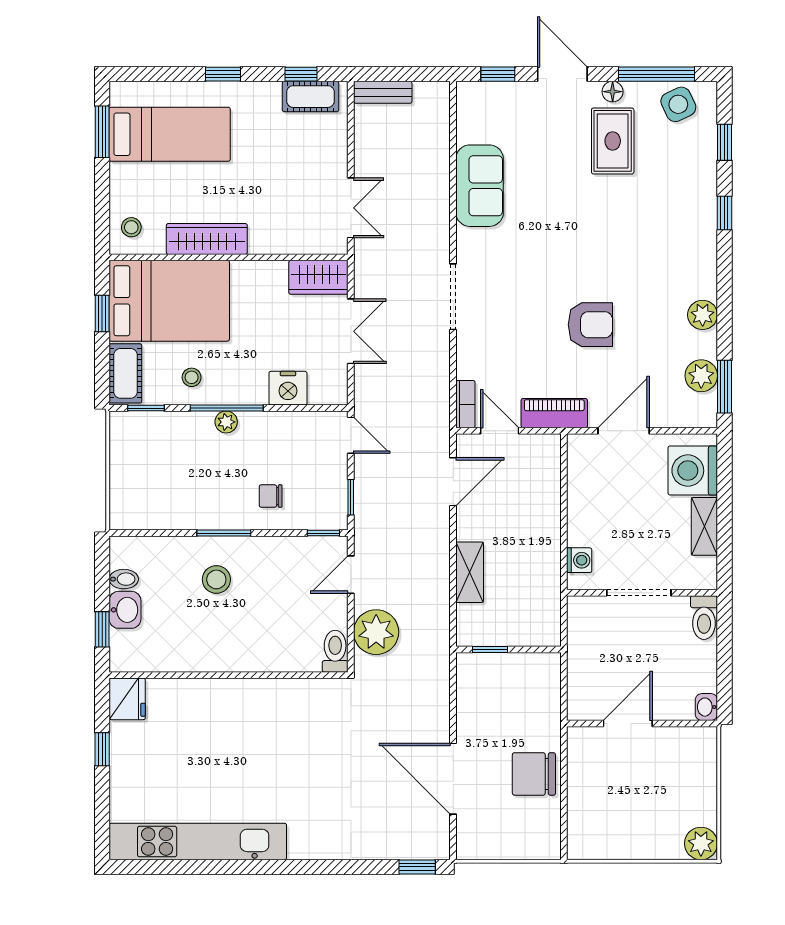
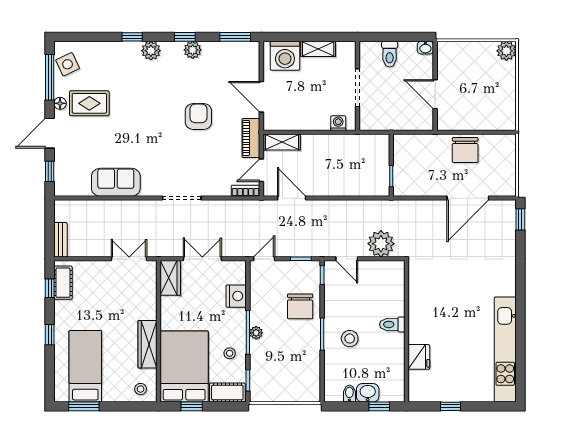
window: (724, 142) -> (185, 37), moved
plant: (701, 376) -> (151, 51), moved
chair: (271, 496) -> (300, 306), width x1.87, depth x1.87
shelving: (470, 572) -> (282, 142), moved
toilet: (704, 618) -> (390, 54), moved, turned 90
toilet: (335, 651) -> (392, 324), moved
fridge: (127, 699) -> (419, 357), moved, turned 90

